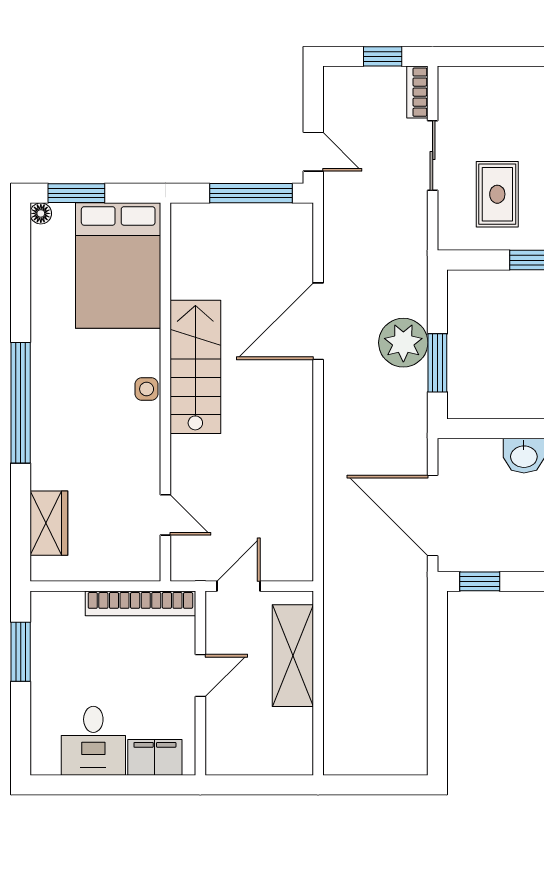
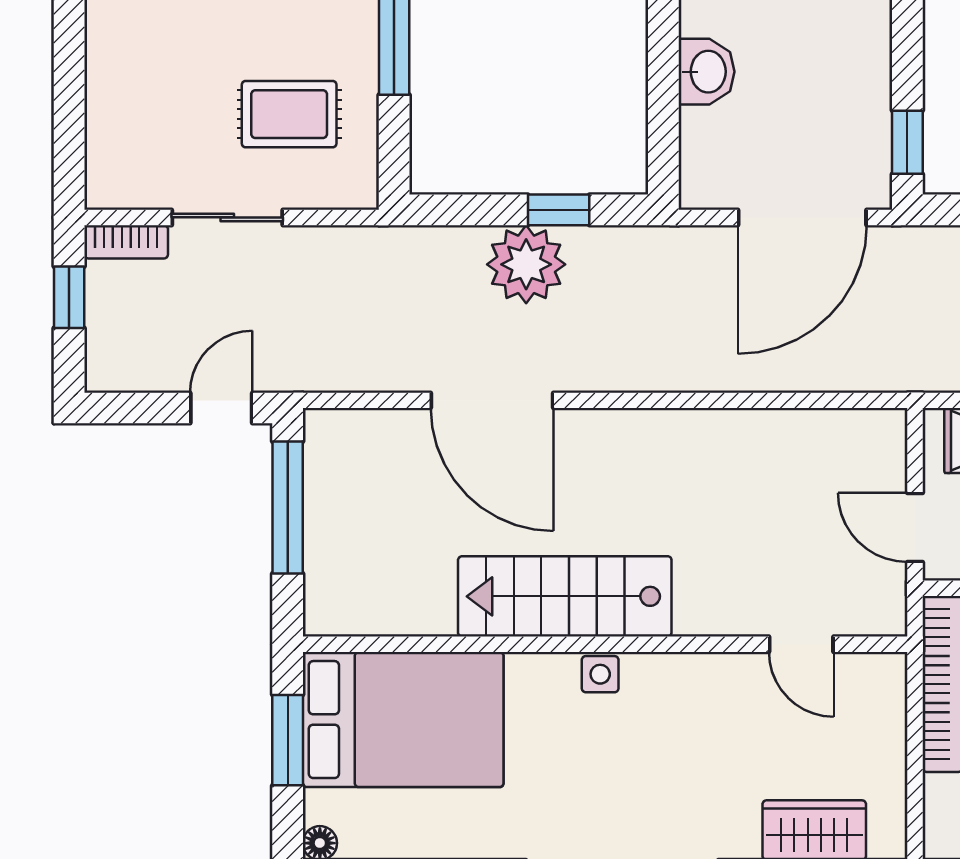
window: (76, 193) -> (288, 740), moved
window: (437, 363) -> (559, 210), width x0.67
door: (165, 515) -> (801, 644), swing flipped

